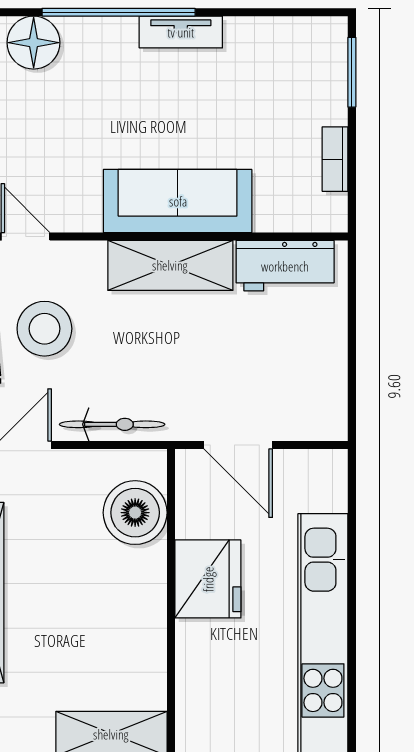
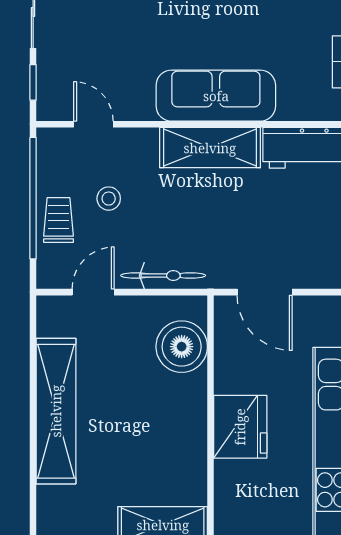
stool: (44, 329) -> (109, 199), width x0.53, depth x0.53
fridge: (208, 579) -> (240, 427), moved

